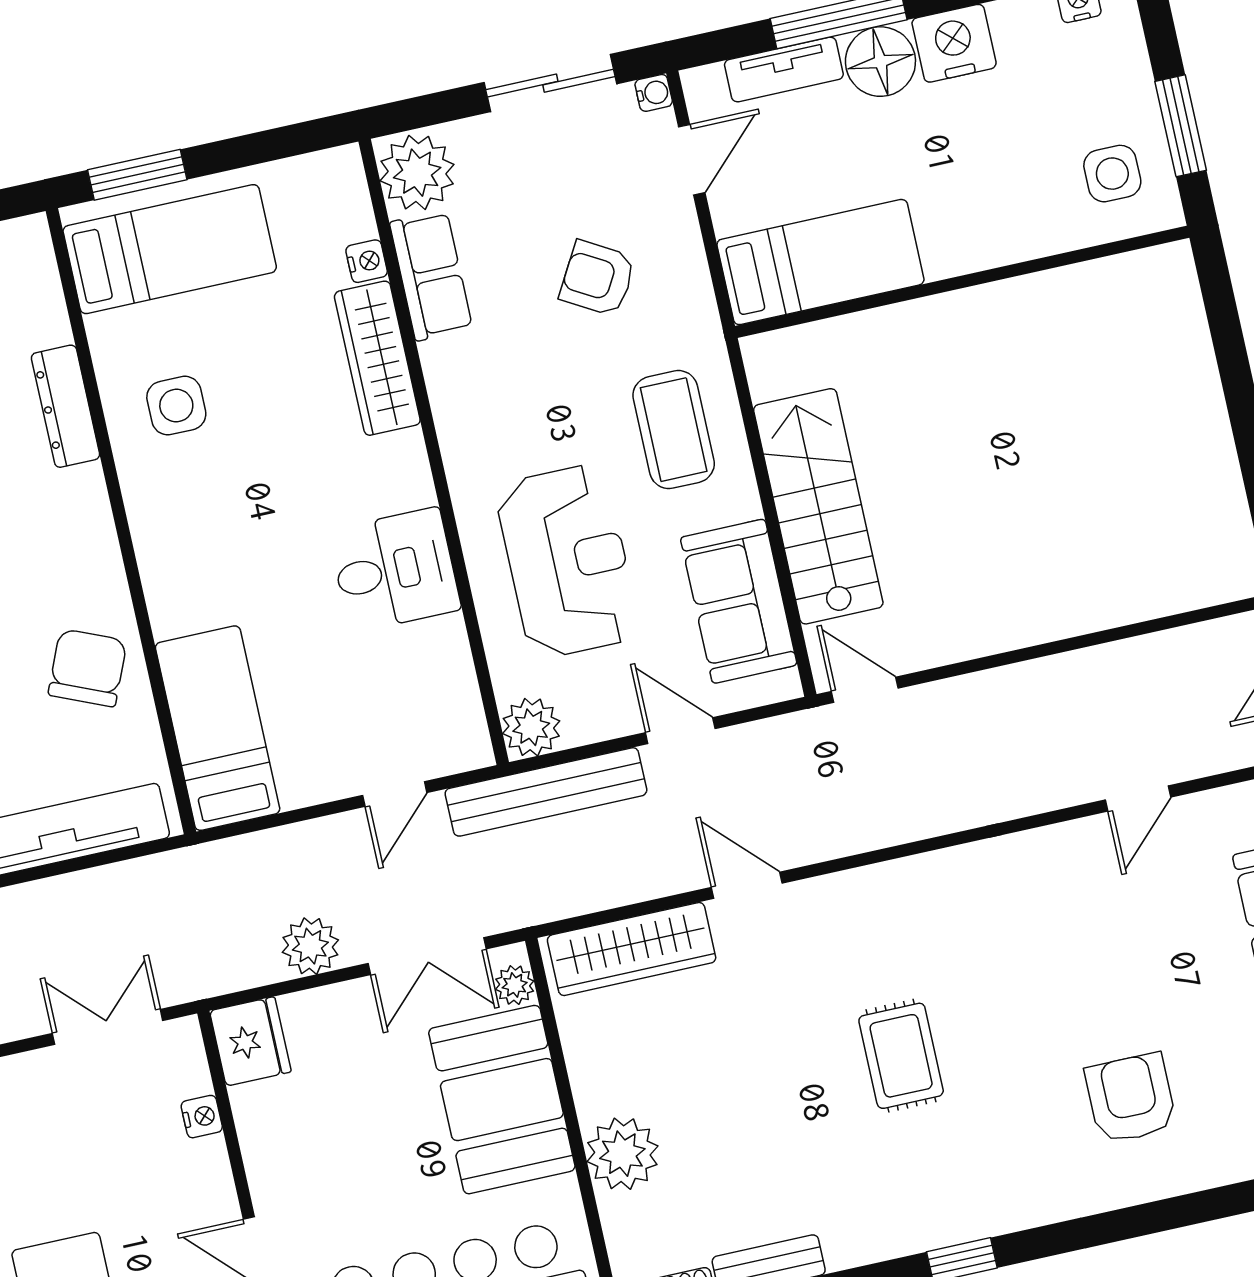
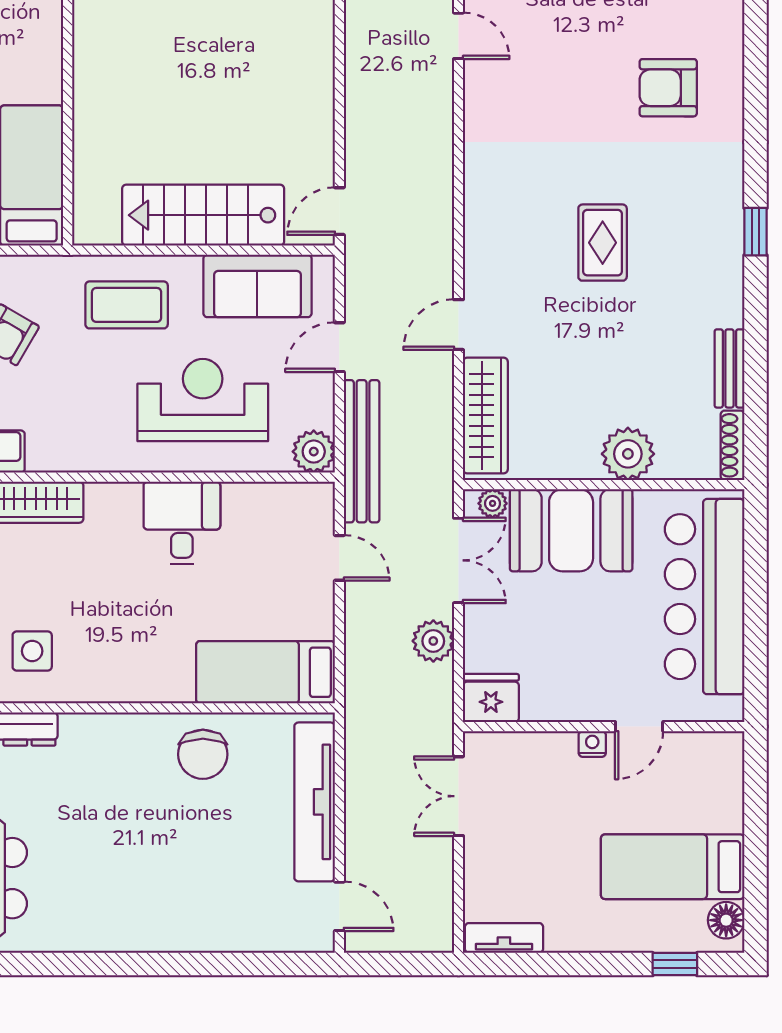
chair: (88, 668) -> (203, 754), turned -113
rug: (901, 1056) -> (603, 243), turned 90
nightstand: (202, 1117) -> (592, 744), moved

